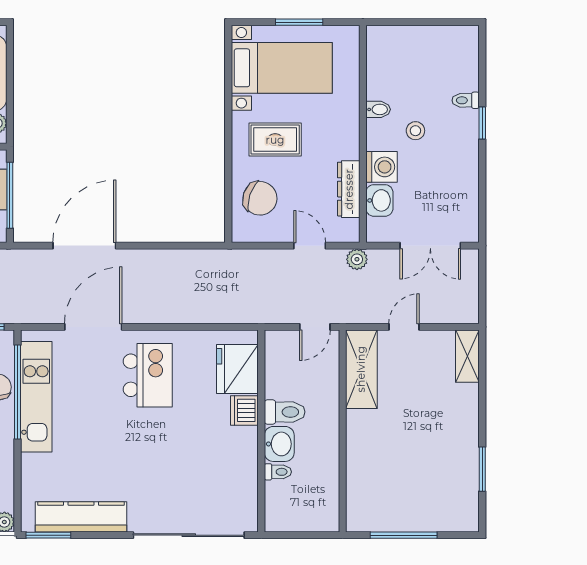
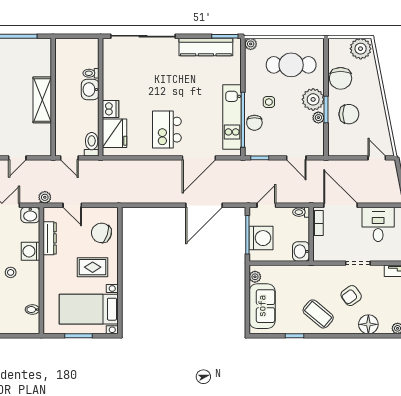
bidet: (378, 109) -> (32, 310), moved
washbasin: (379, 200) -> (30, 215), moved, turned -90
door: (315, 327) -> (69, 158), swing flipped
shelving: (361, 369) -> (42, 100), moved
toilet: (285, 412) -> (92, 144), moved, turned 90

